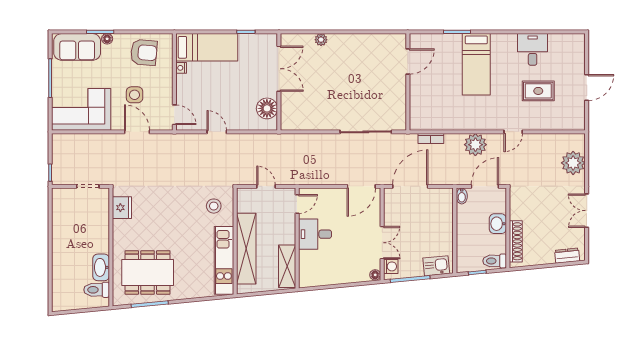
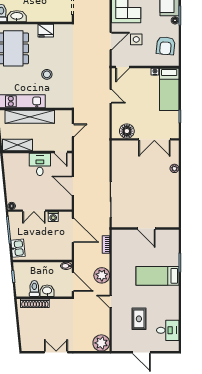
desk: (533, 49) -> (168, 330), moved
door: (408, 61) -> (146, 229), moved
door: (217, 132) -> (111, 96), hinge flipped
plant: (573, 163) -> (101, 343), moved
door: (361, 186) -> (73, 186), moved
stool: (214, 206) -> (47, 74), moved
fridge: (122, 208) -> (46, 31), moved
dresser: (567, 256) -> (25, 339), removed
toilet: (495, 261) -> (34, 289), moved
washing machine: (391, 266) -> (53, 217), moved

